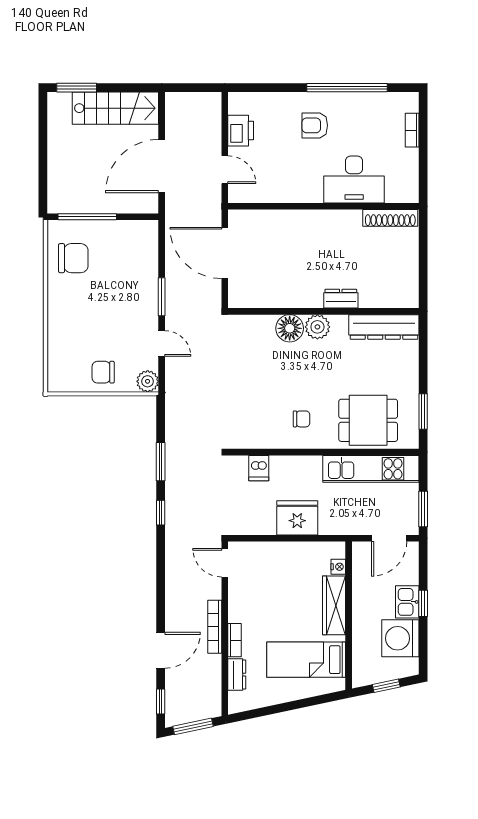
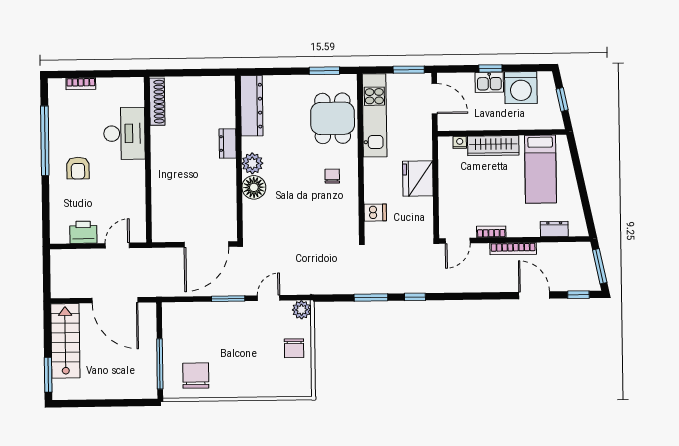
door: (225, 253) -> (206, 244), moved
bookcase: (235, 640) -> (491, 232), moved

